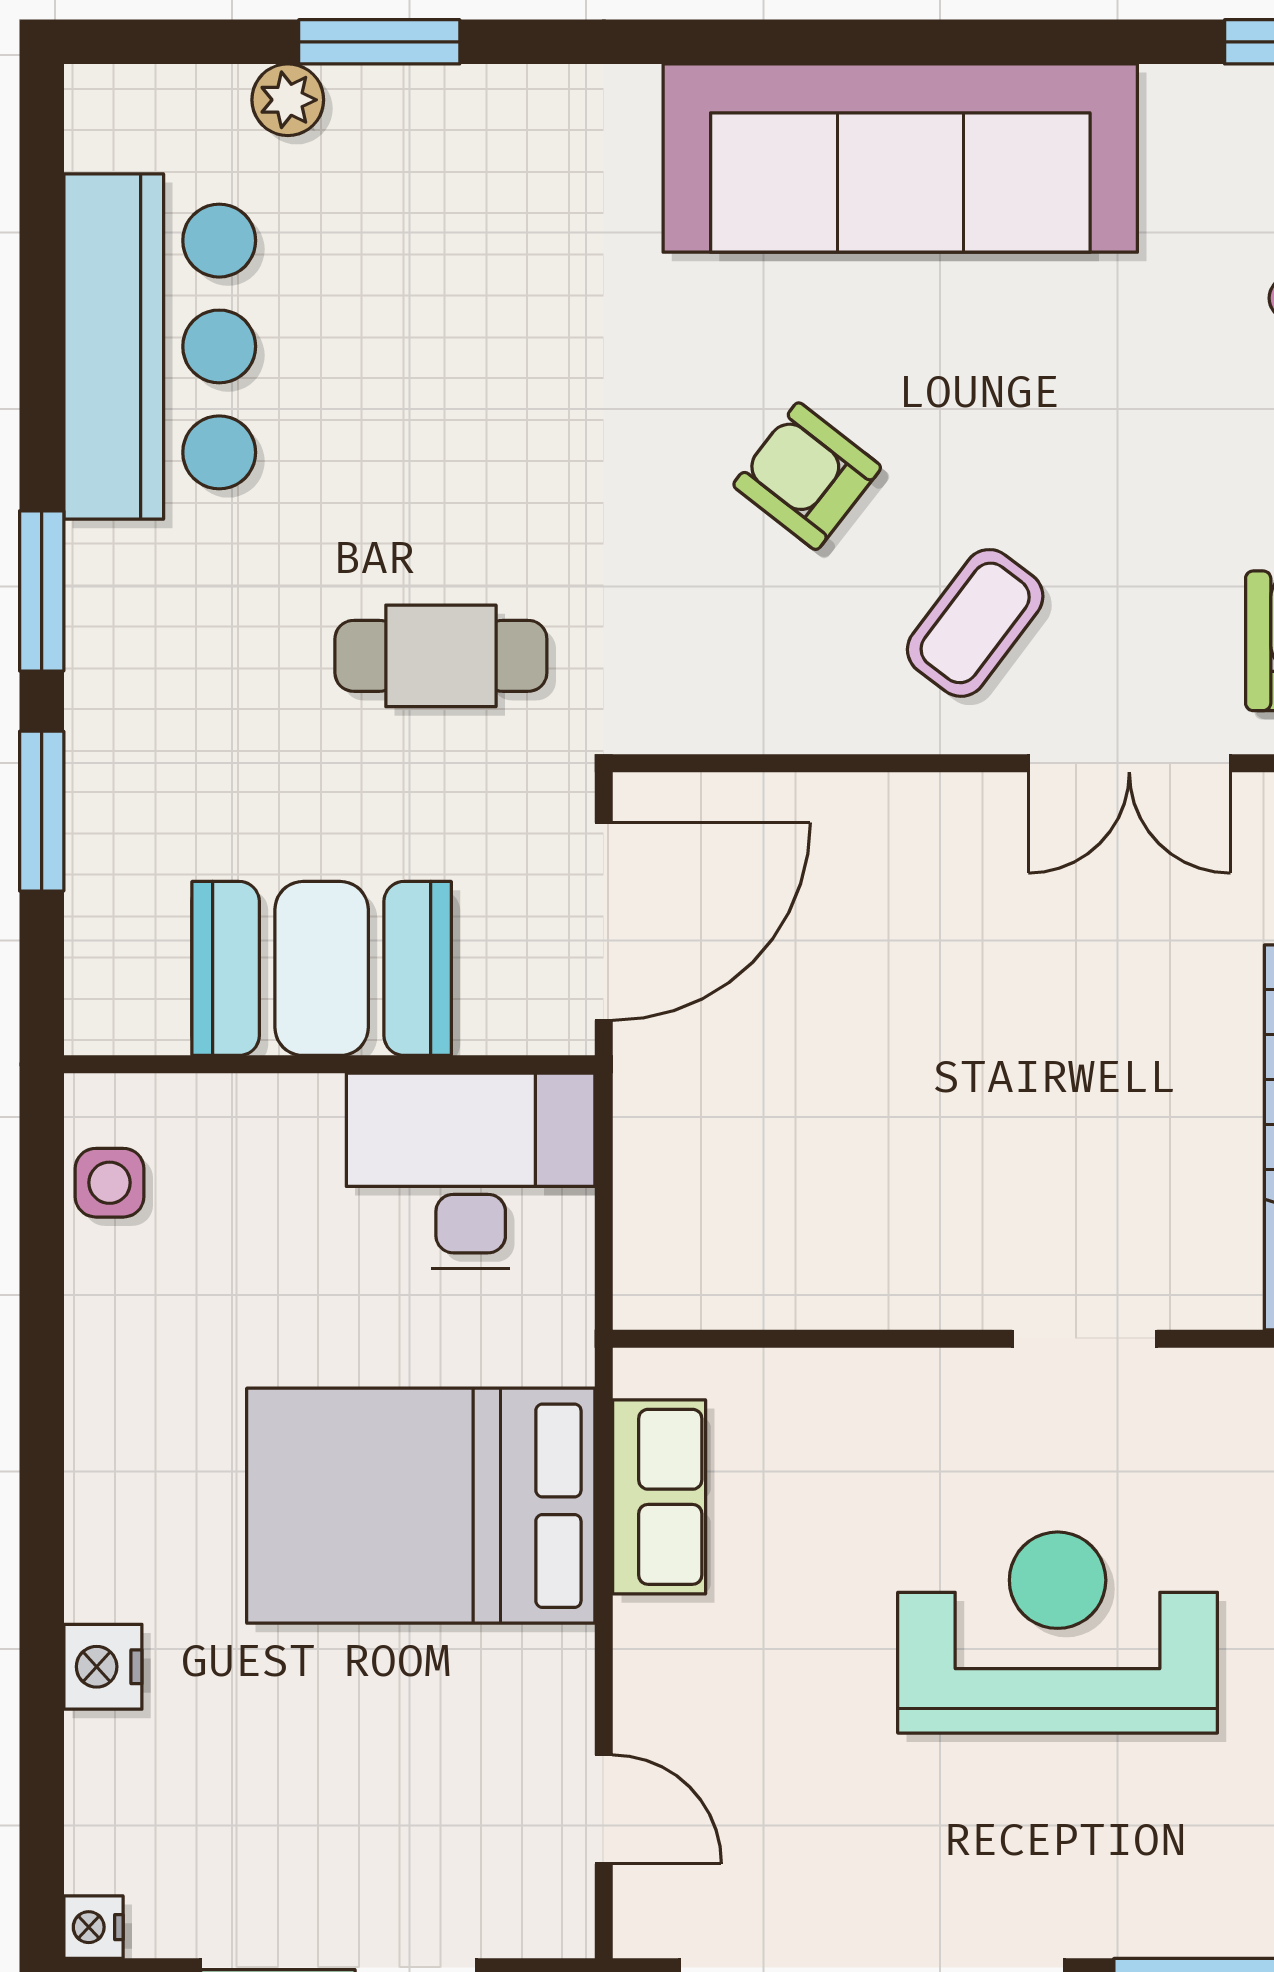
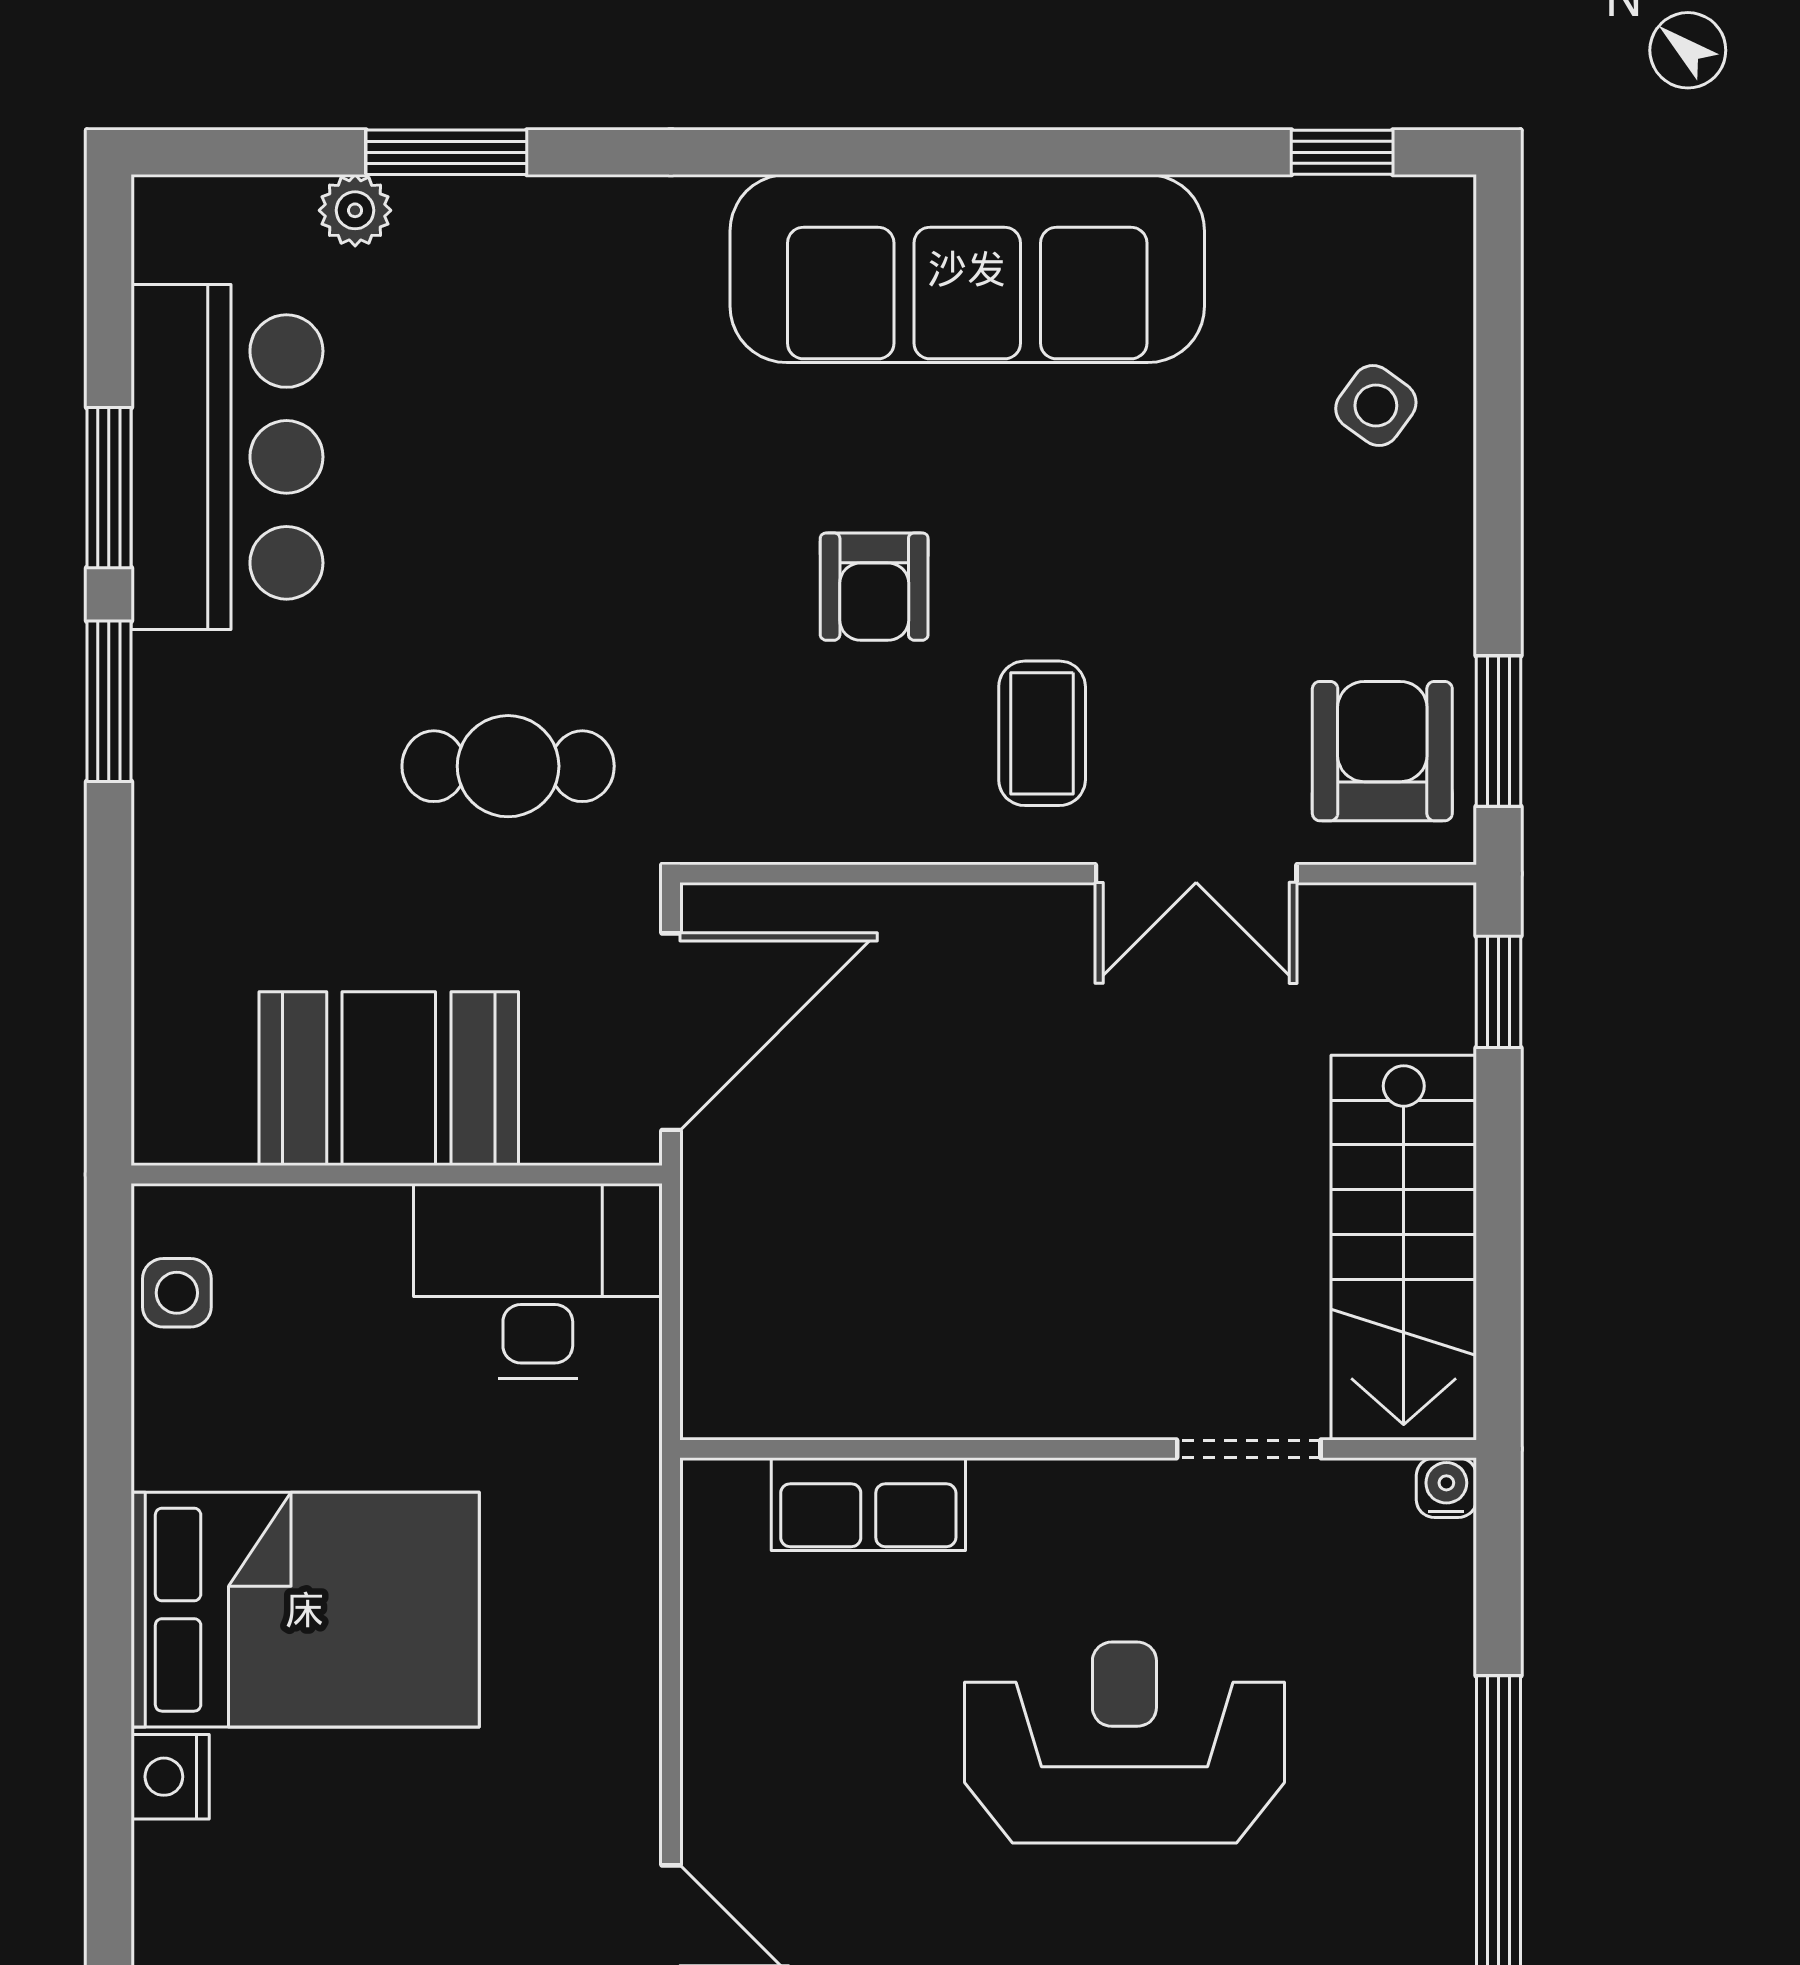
armchair: (807, 476) -> (874, 587), turned -128
coffee table: (975, 623) -> (1042, 733), turned -37
window: (42, 811) -> (109, 488), moved
doorway: (1084, 1339) -> (1249, 1449), moved
row of seats: (659, 1497) -> (868, 1504), moved, turned 90
bed: (421, 1506) -> (305, 1610), moved, turned 180

